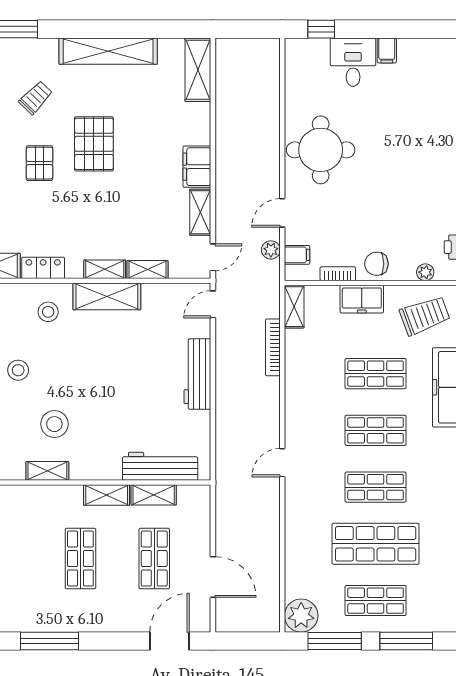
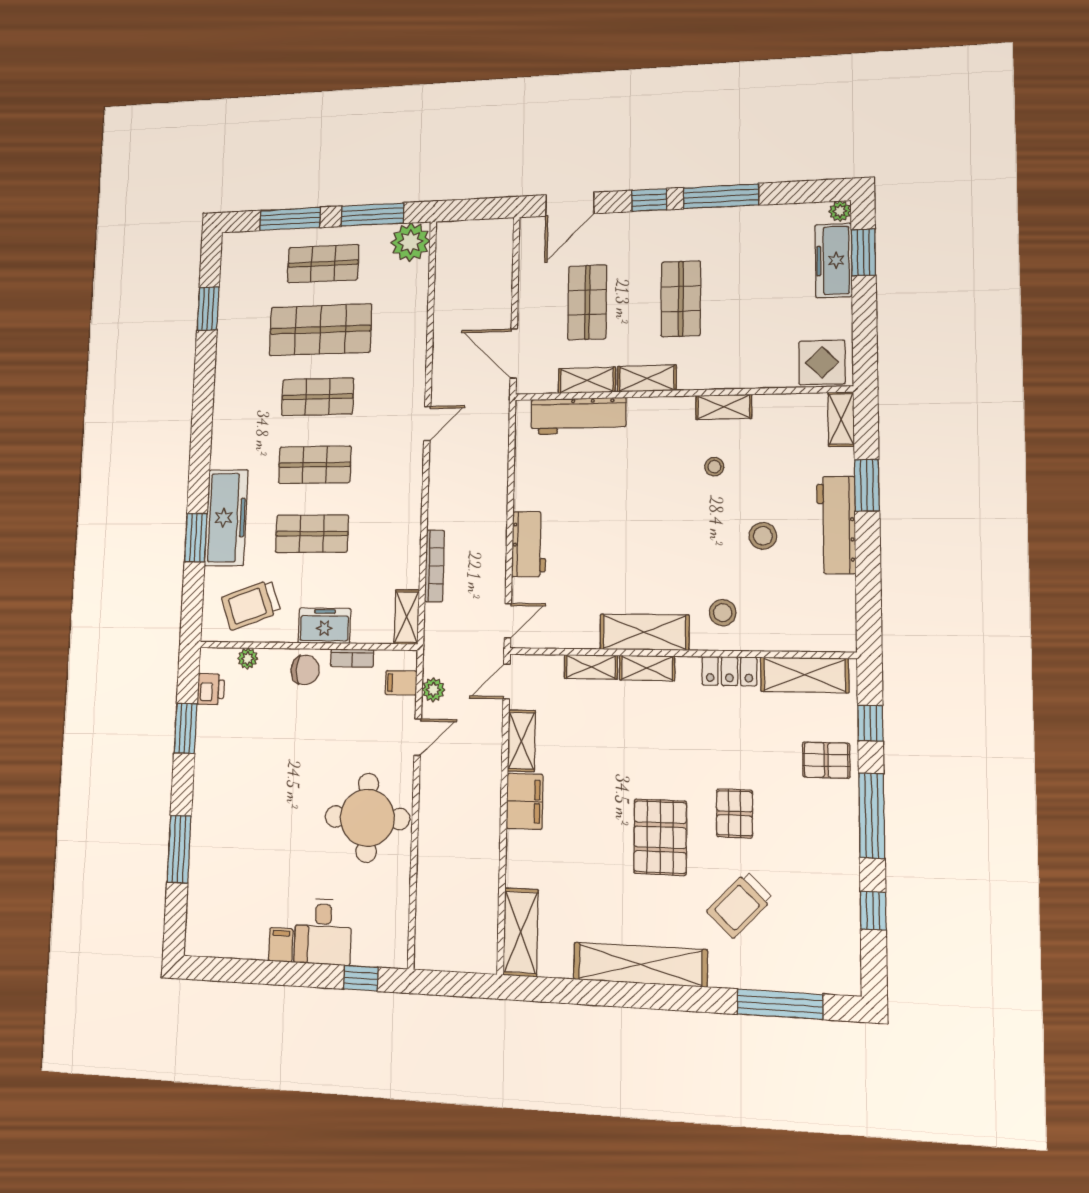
trolley: (36, 98) -> (740, 905), width x1.36, depth x1.39
workbench: (197, 374) -> (529, 544), width x0.73
stool: (54, 424) -> (714, 467), width x0.53, depth x0.53
door: (213, 577) -> (514, 353), moved
window: (106, 641) -> (649, 200), added

